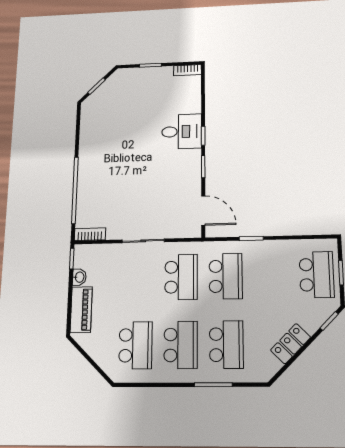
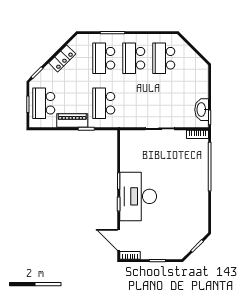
desk: (182, 132) -> (138, 196), width x1.87, depth x1.30
door: (203, 211) -> (119, 240), moved
washbasin: (79, 277) -> (202, 110), width x1.91, depth x1.45
school desk: (181, 277) -> (134, 103), removed
piano: (81, 310) -> (72, 121), moved, turned 90

